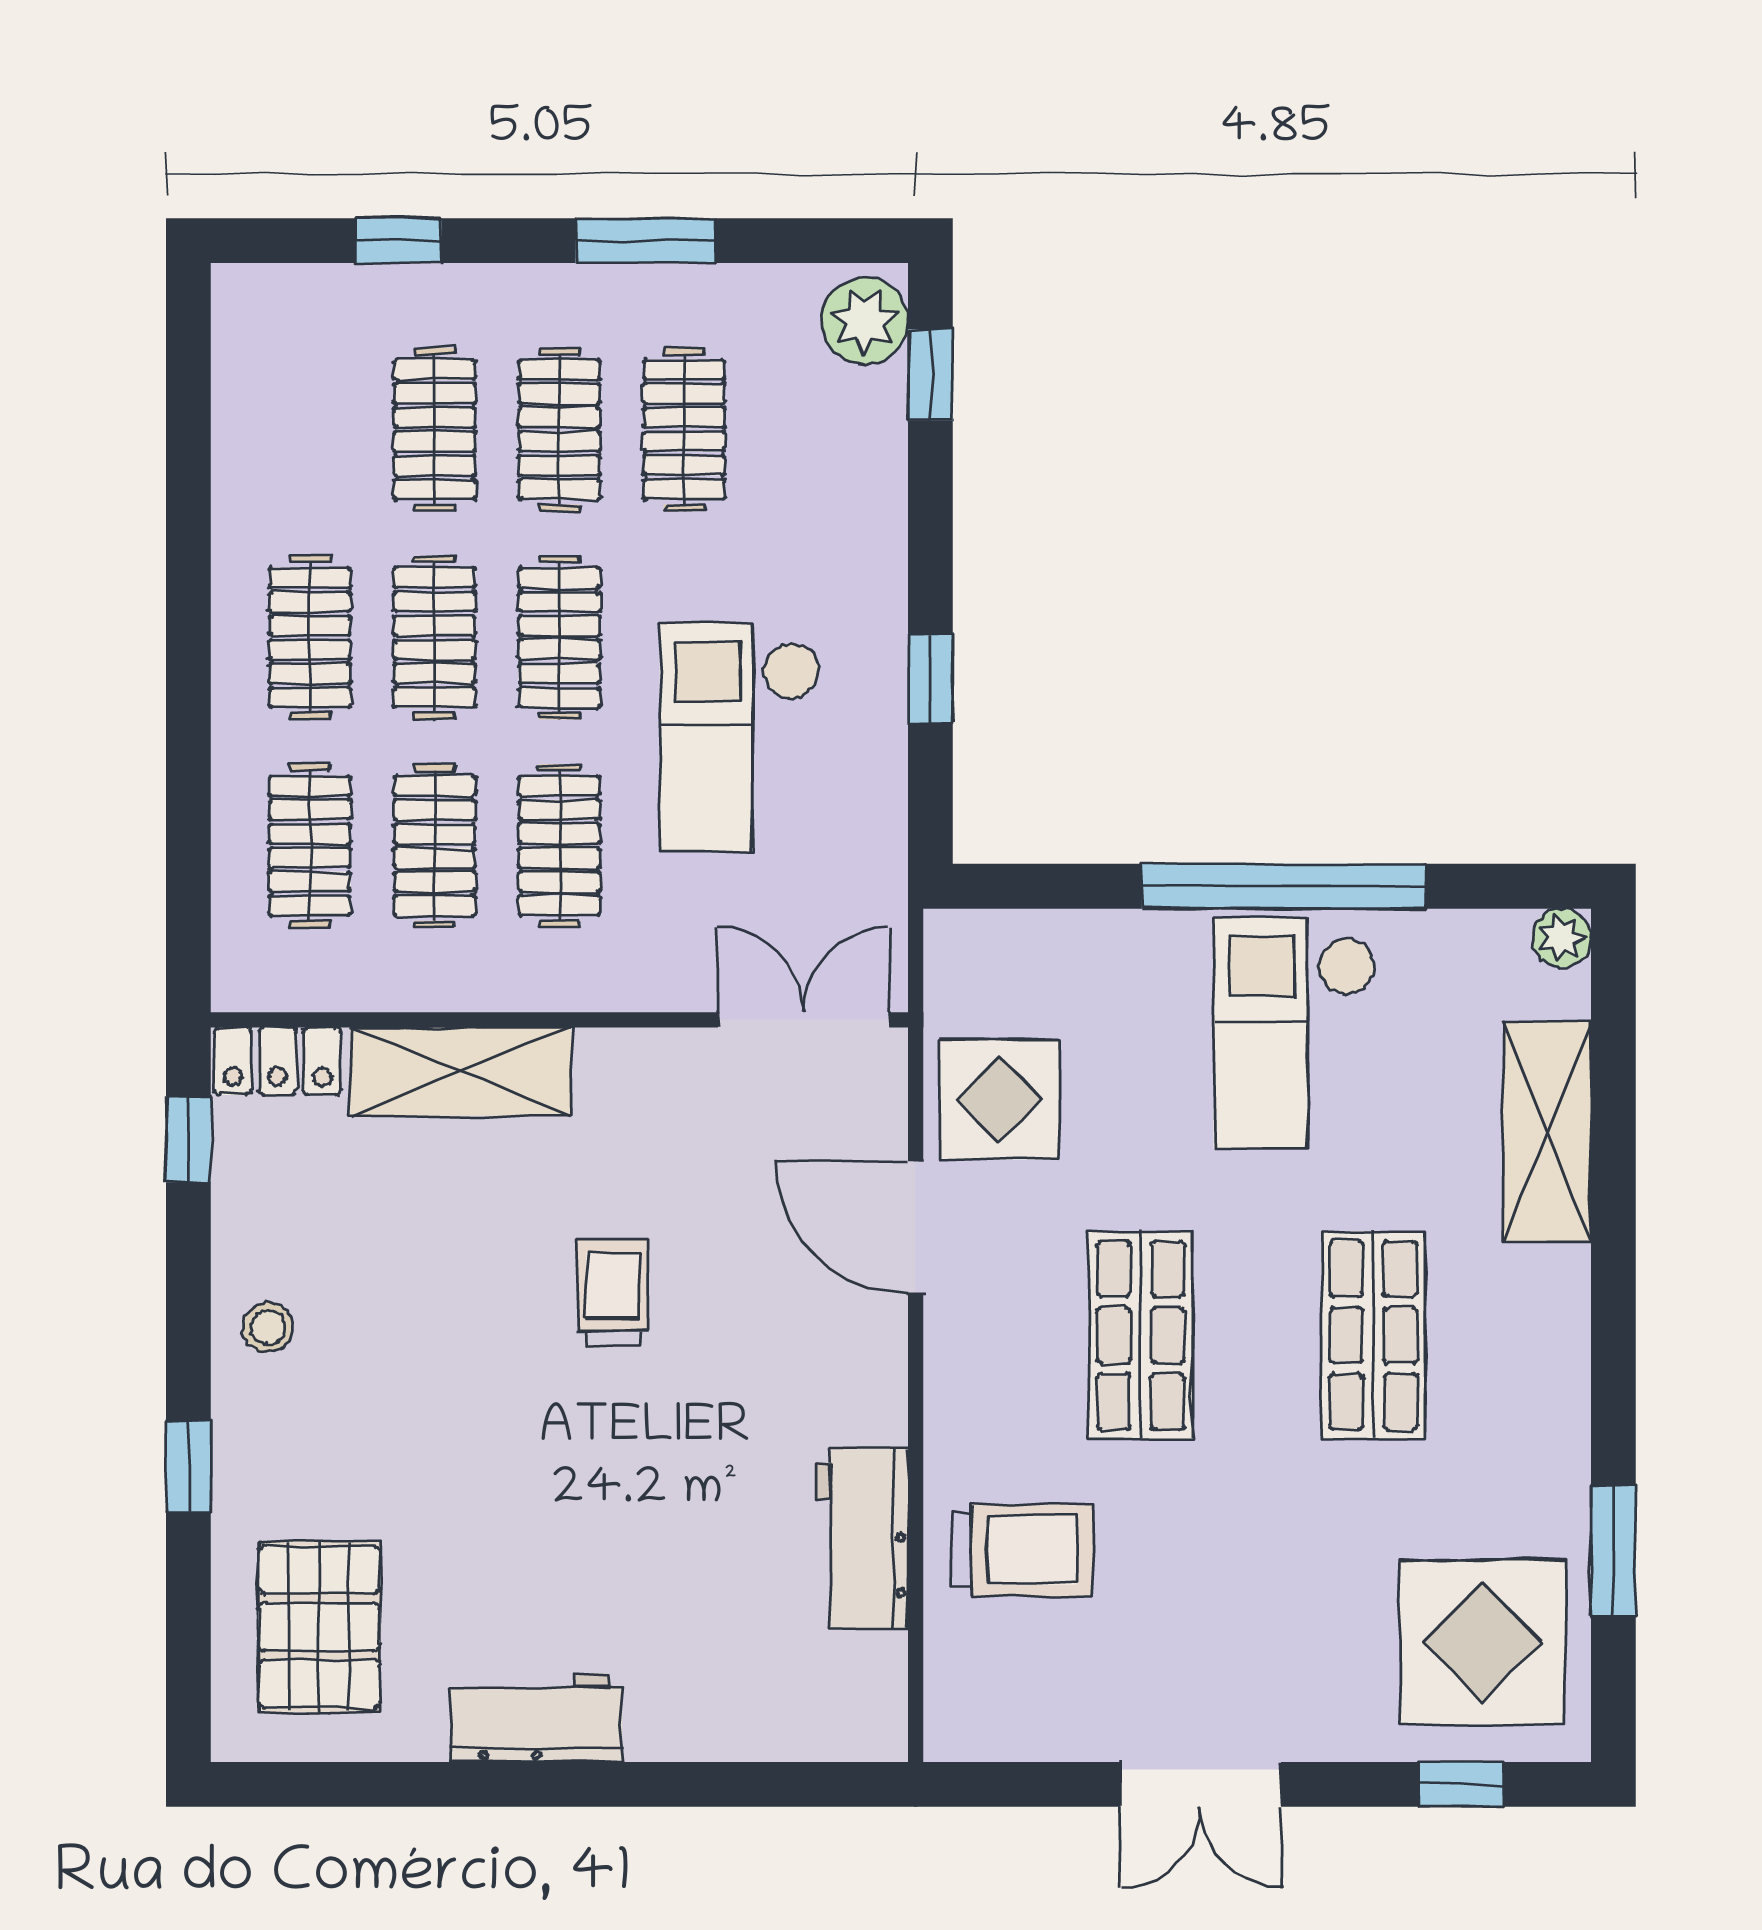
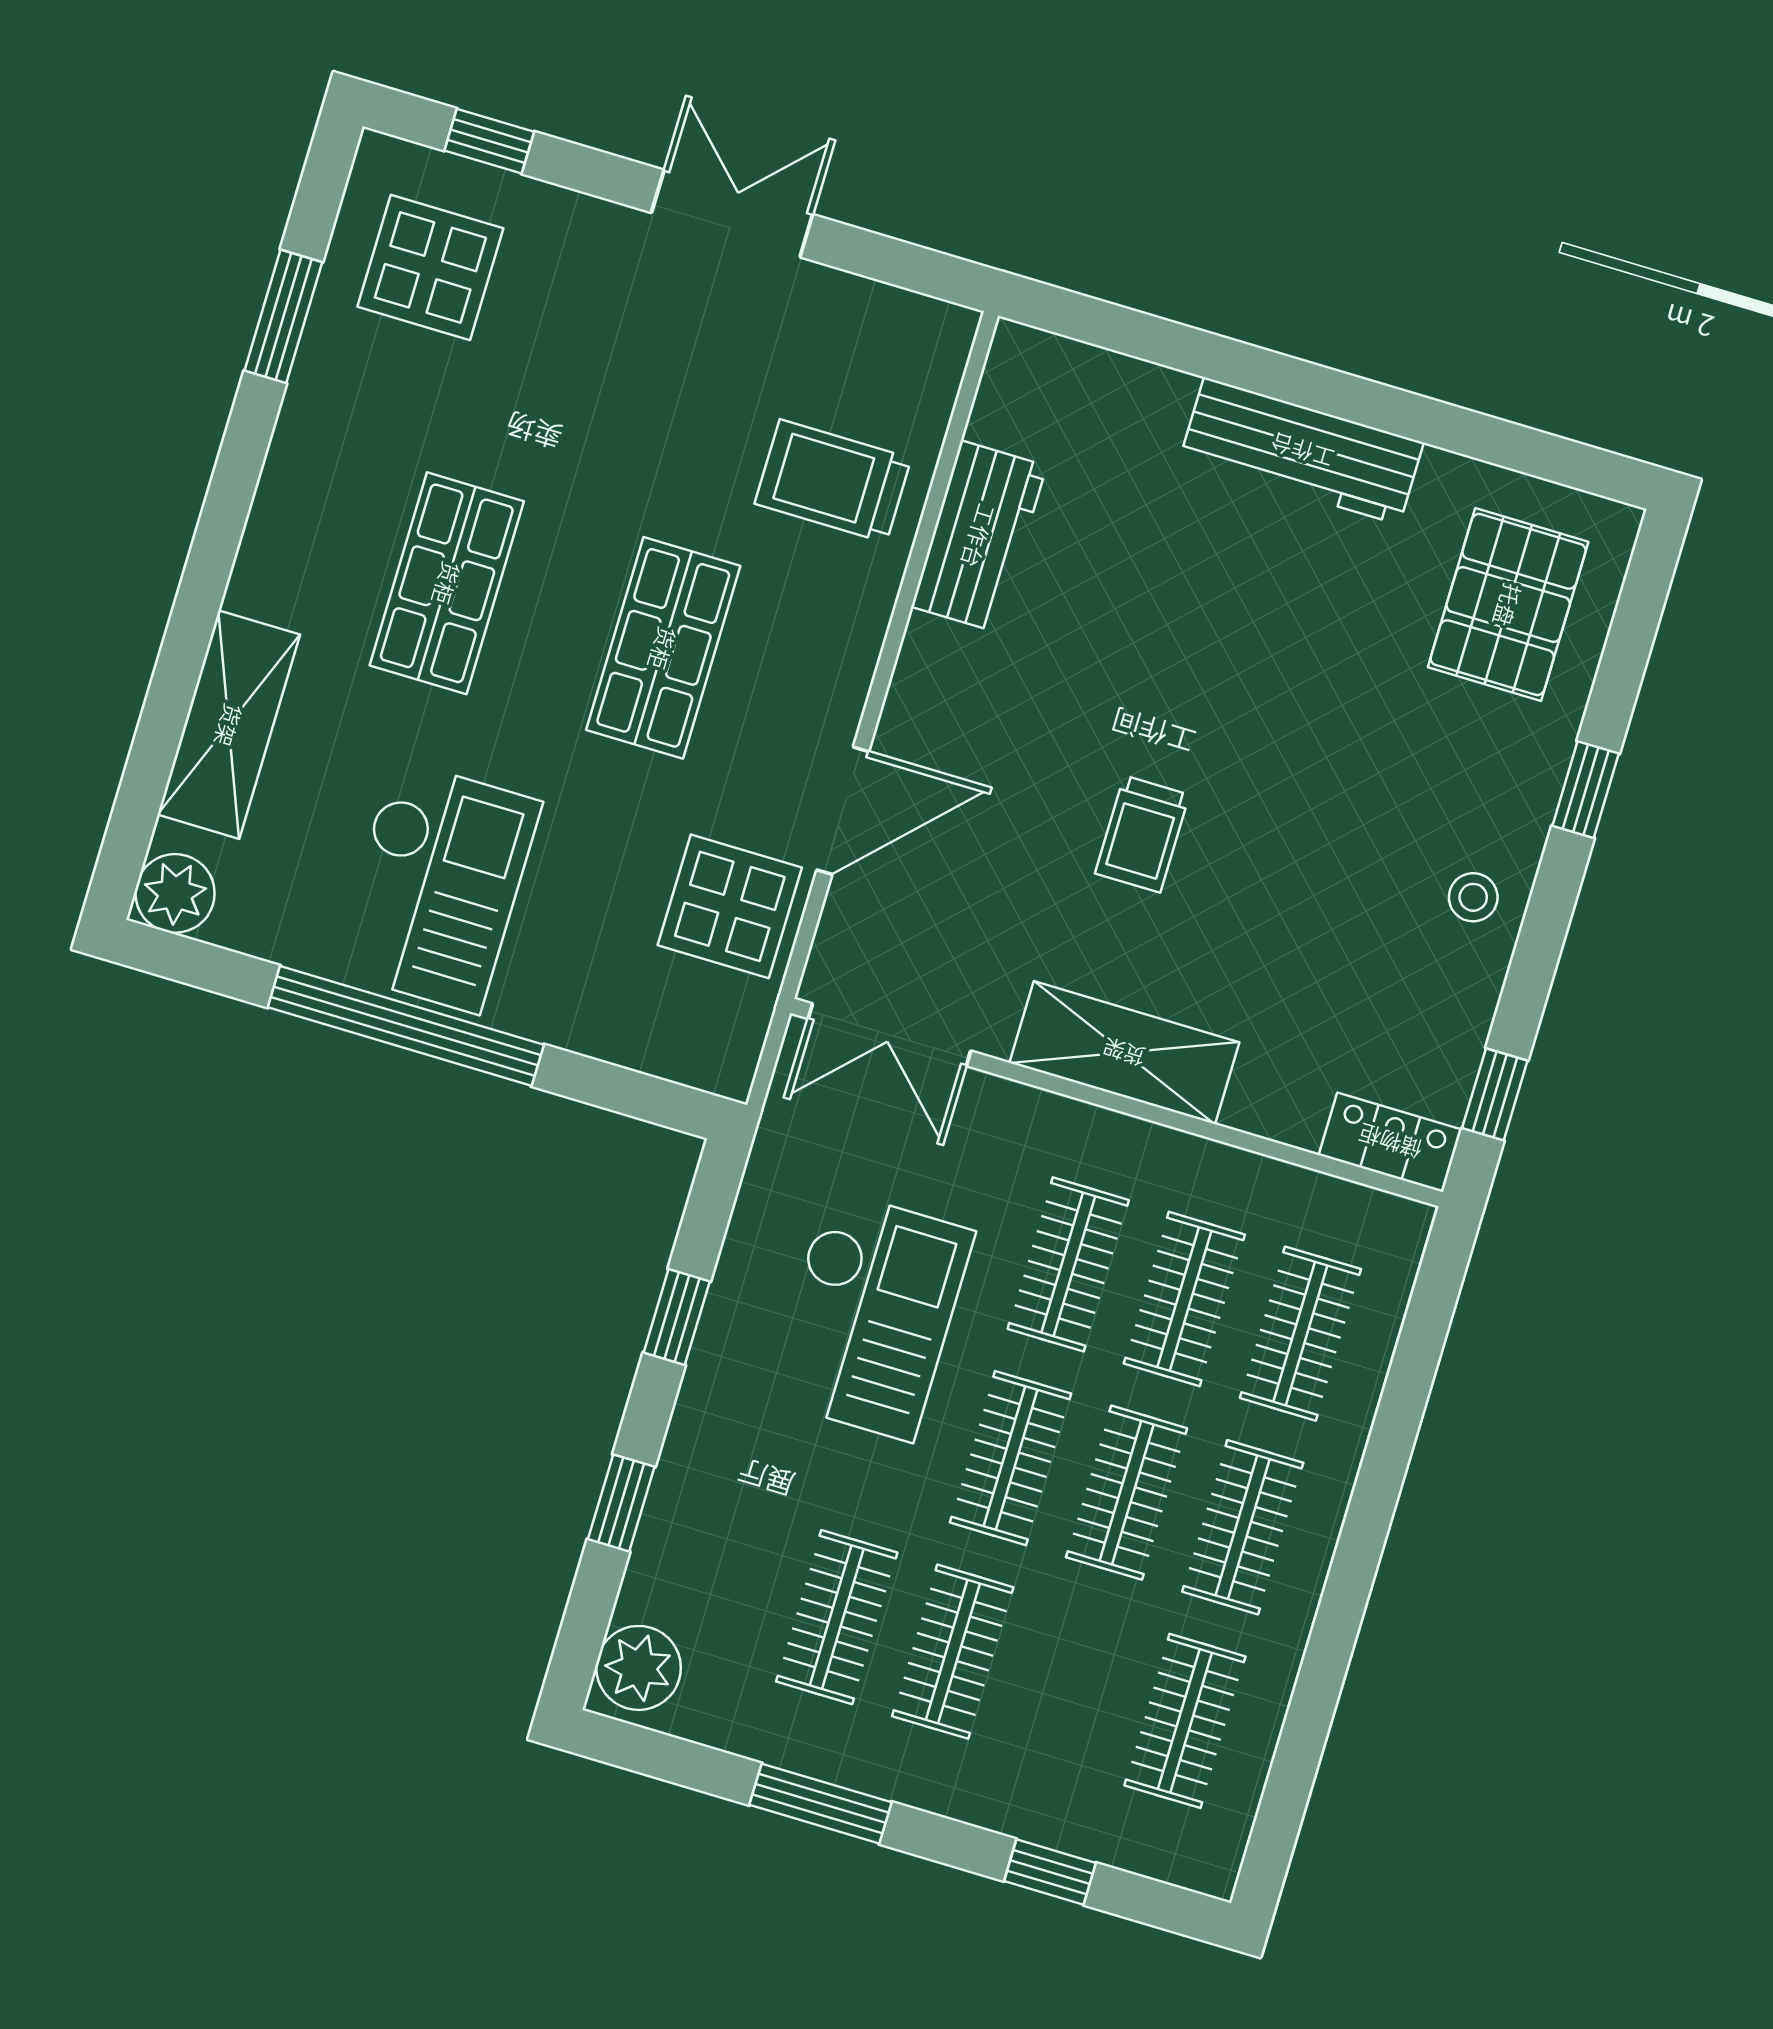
window: (930, 375) -> (621, 1503), moved
clothes rail: (435, 429) -> (1185, 1721), moved
plant: (1561, 938) -> (175, 893), width x1.38, depth x1.38
shelving: (461, 1071) -> (1124, 1053), moved
door: (916, 1227) -> (843, 811), hinge flipped
display table: (1482, 1642) -> (430, 268), width x0.73, depth x0.73
workbench: (536, 1718) -> (1302, 451), width x1.37

